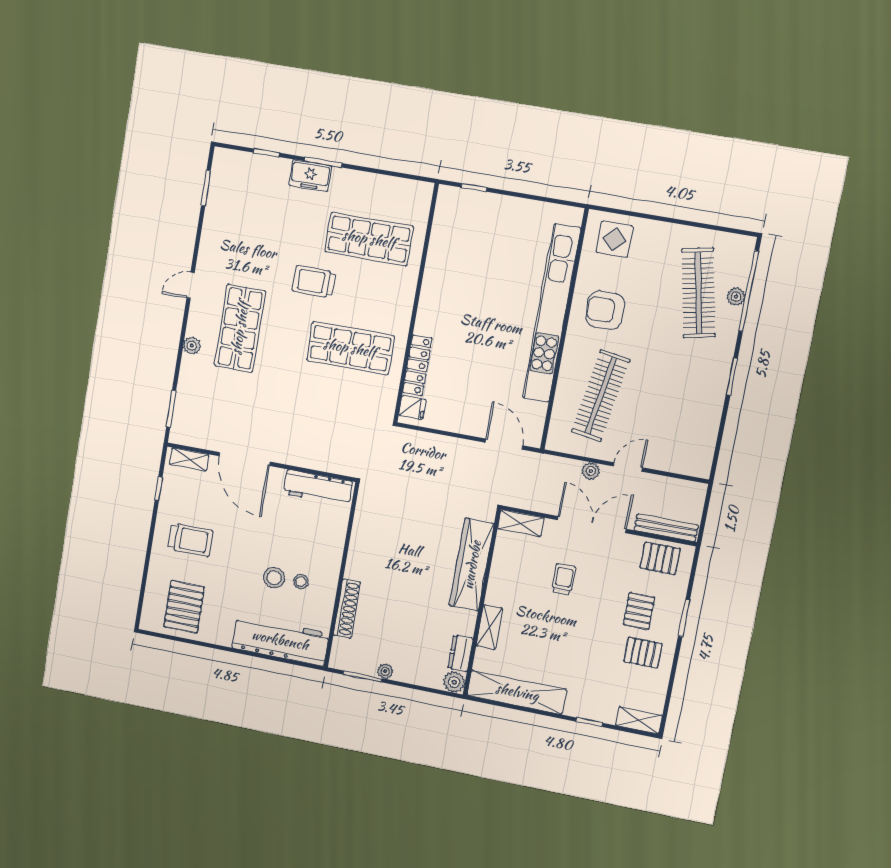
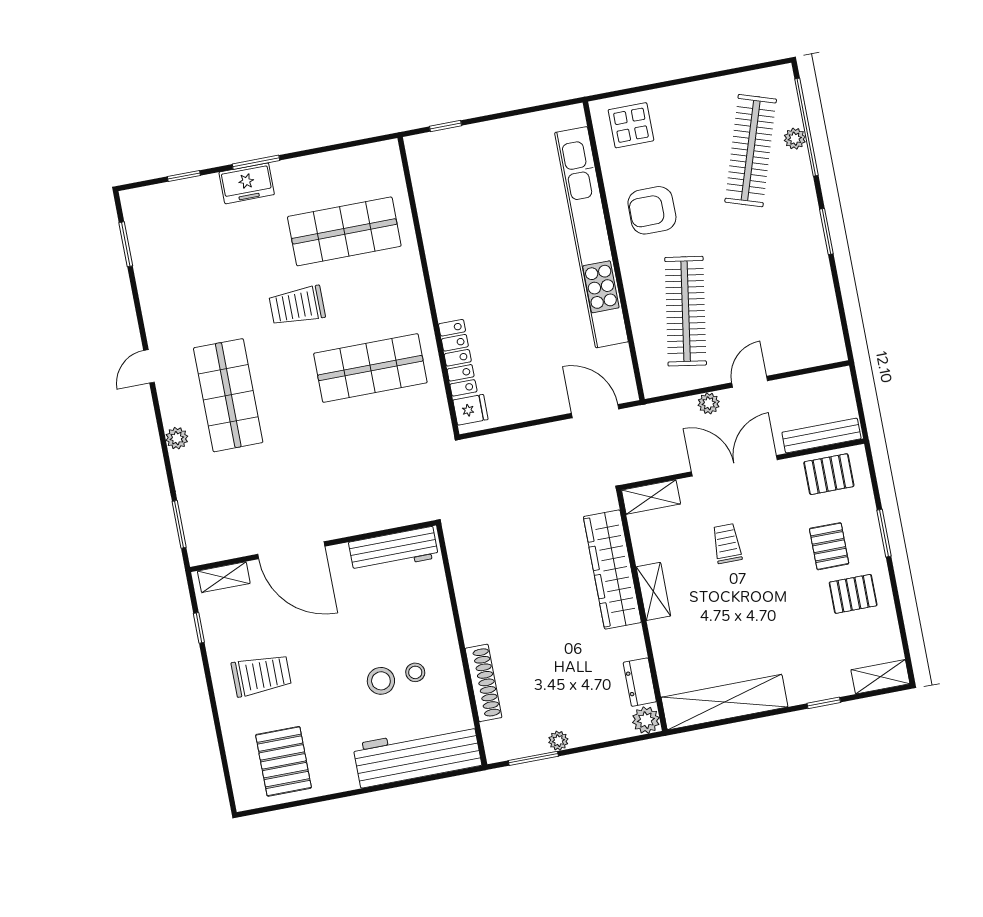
clothes rail: (698, 293) -> (751, 151), turned 30
shelving: (489, 627) -> (653, 591), moved

